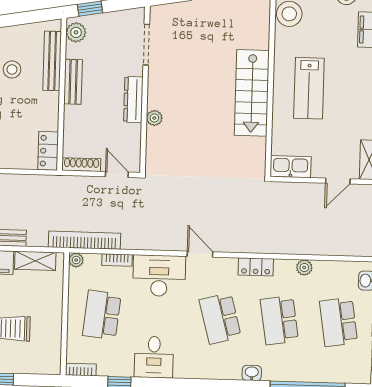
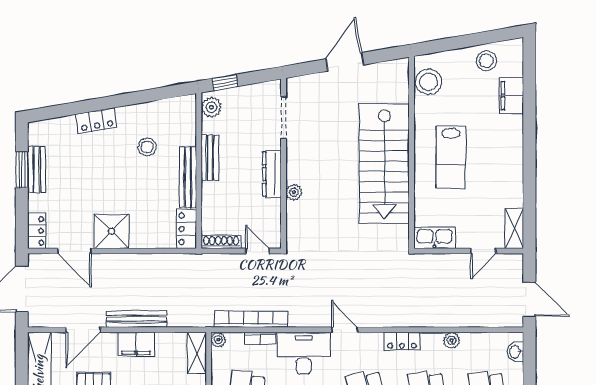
bench: (52, 61) -> (188, 177), moved
stairs: (252, 93) -> (384, 164), width x1.36, depth x1.51
bookcase: (84, 240) -> (251, 319), moved
shelving: (35, 261) -> (197, 353), moved, turned 90

